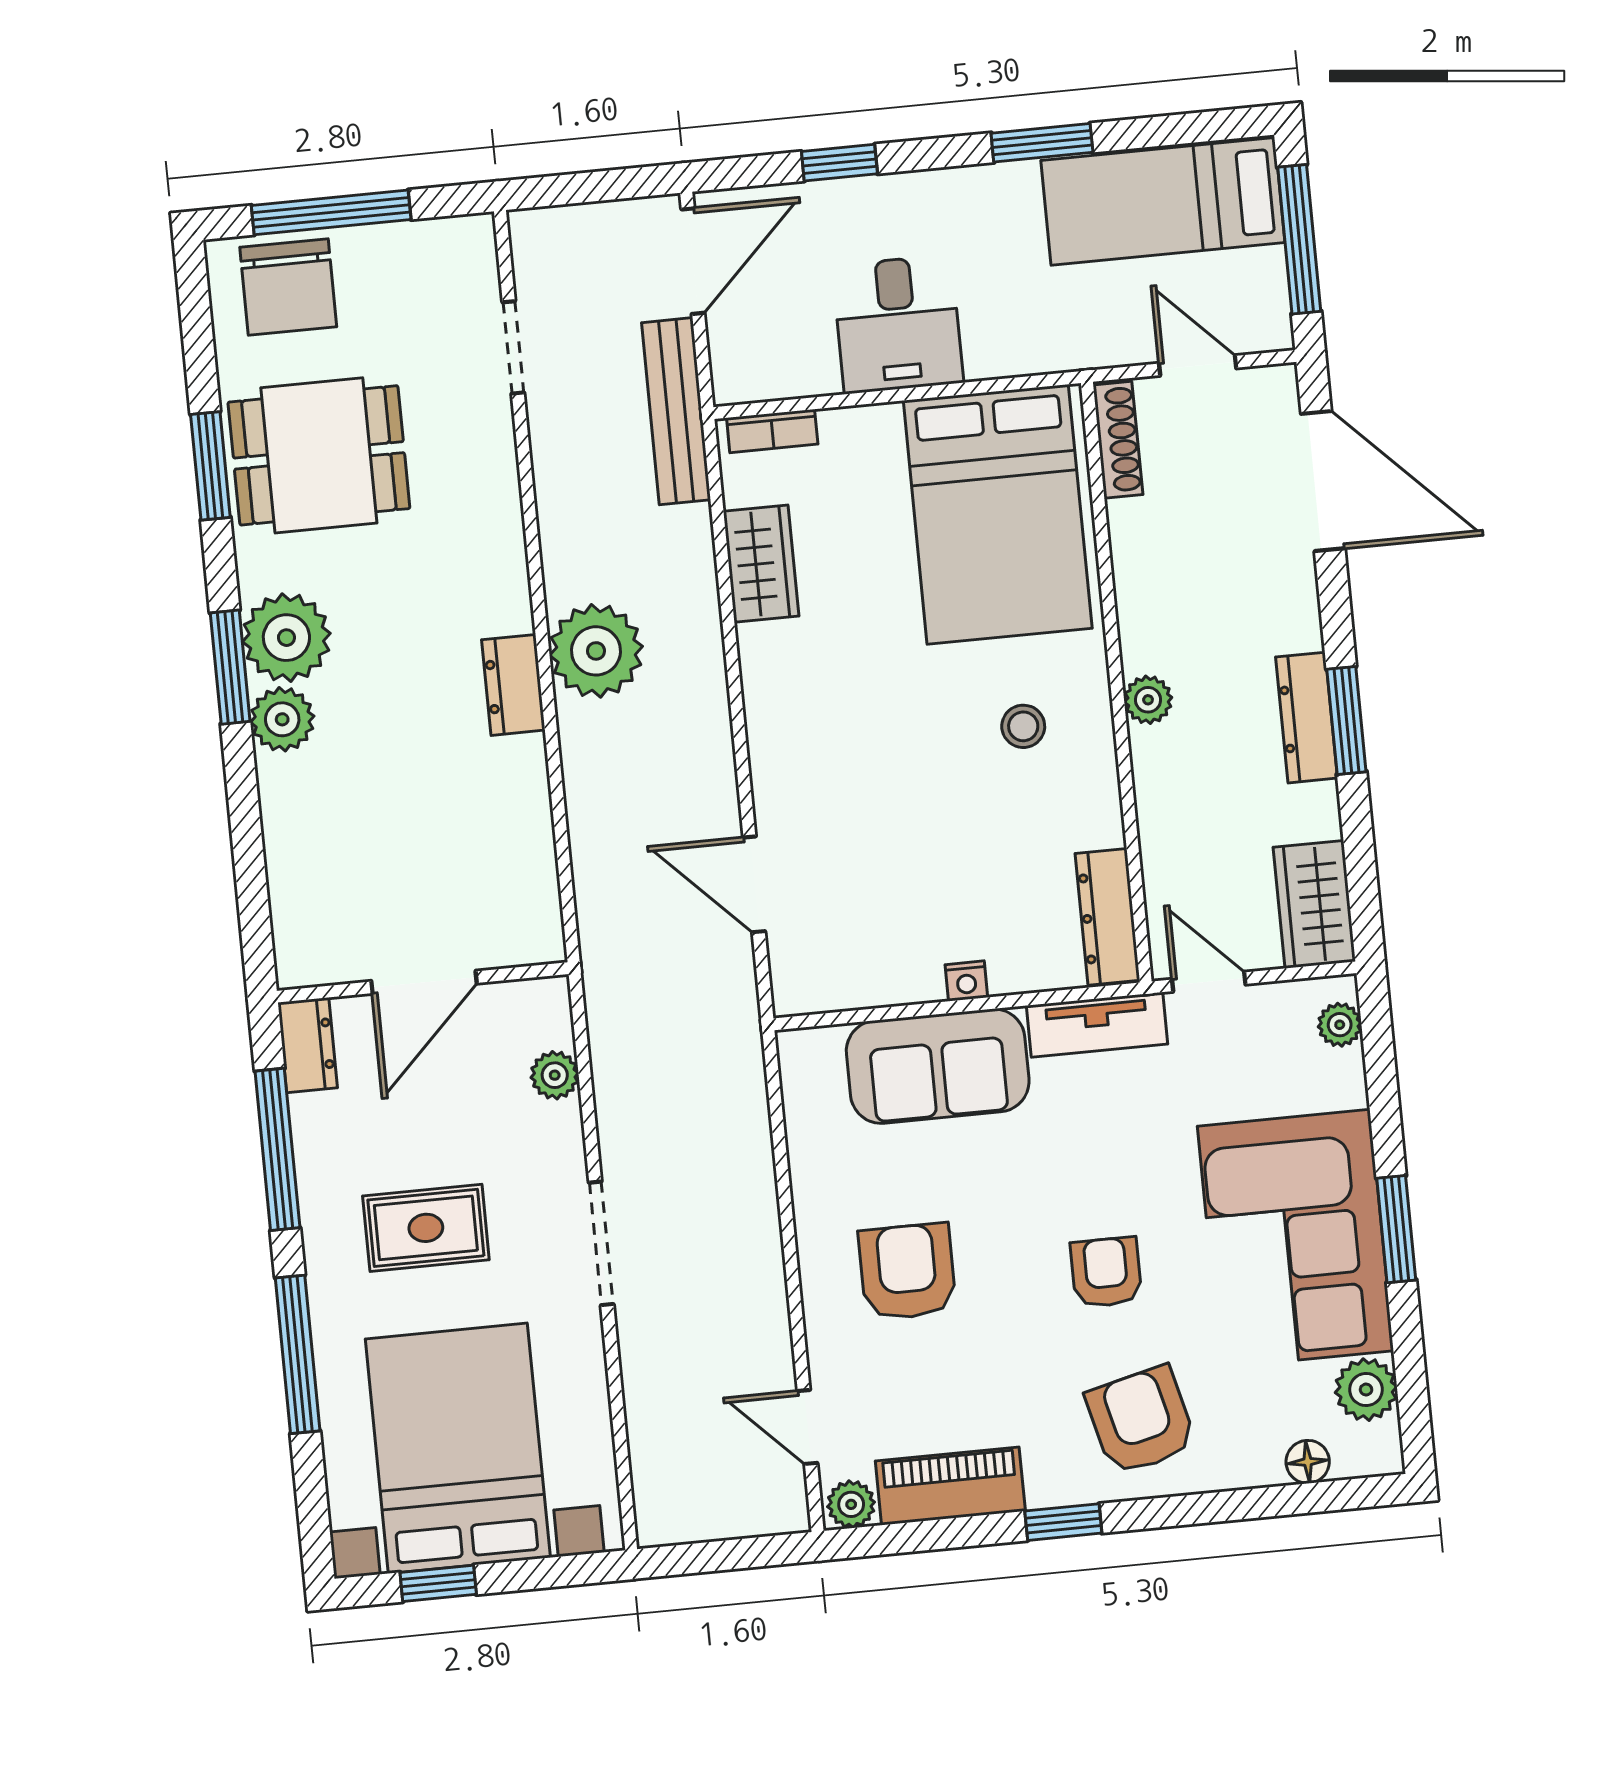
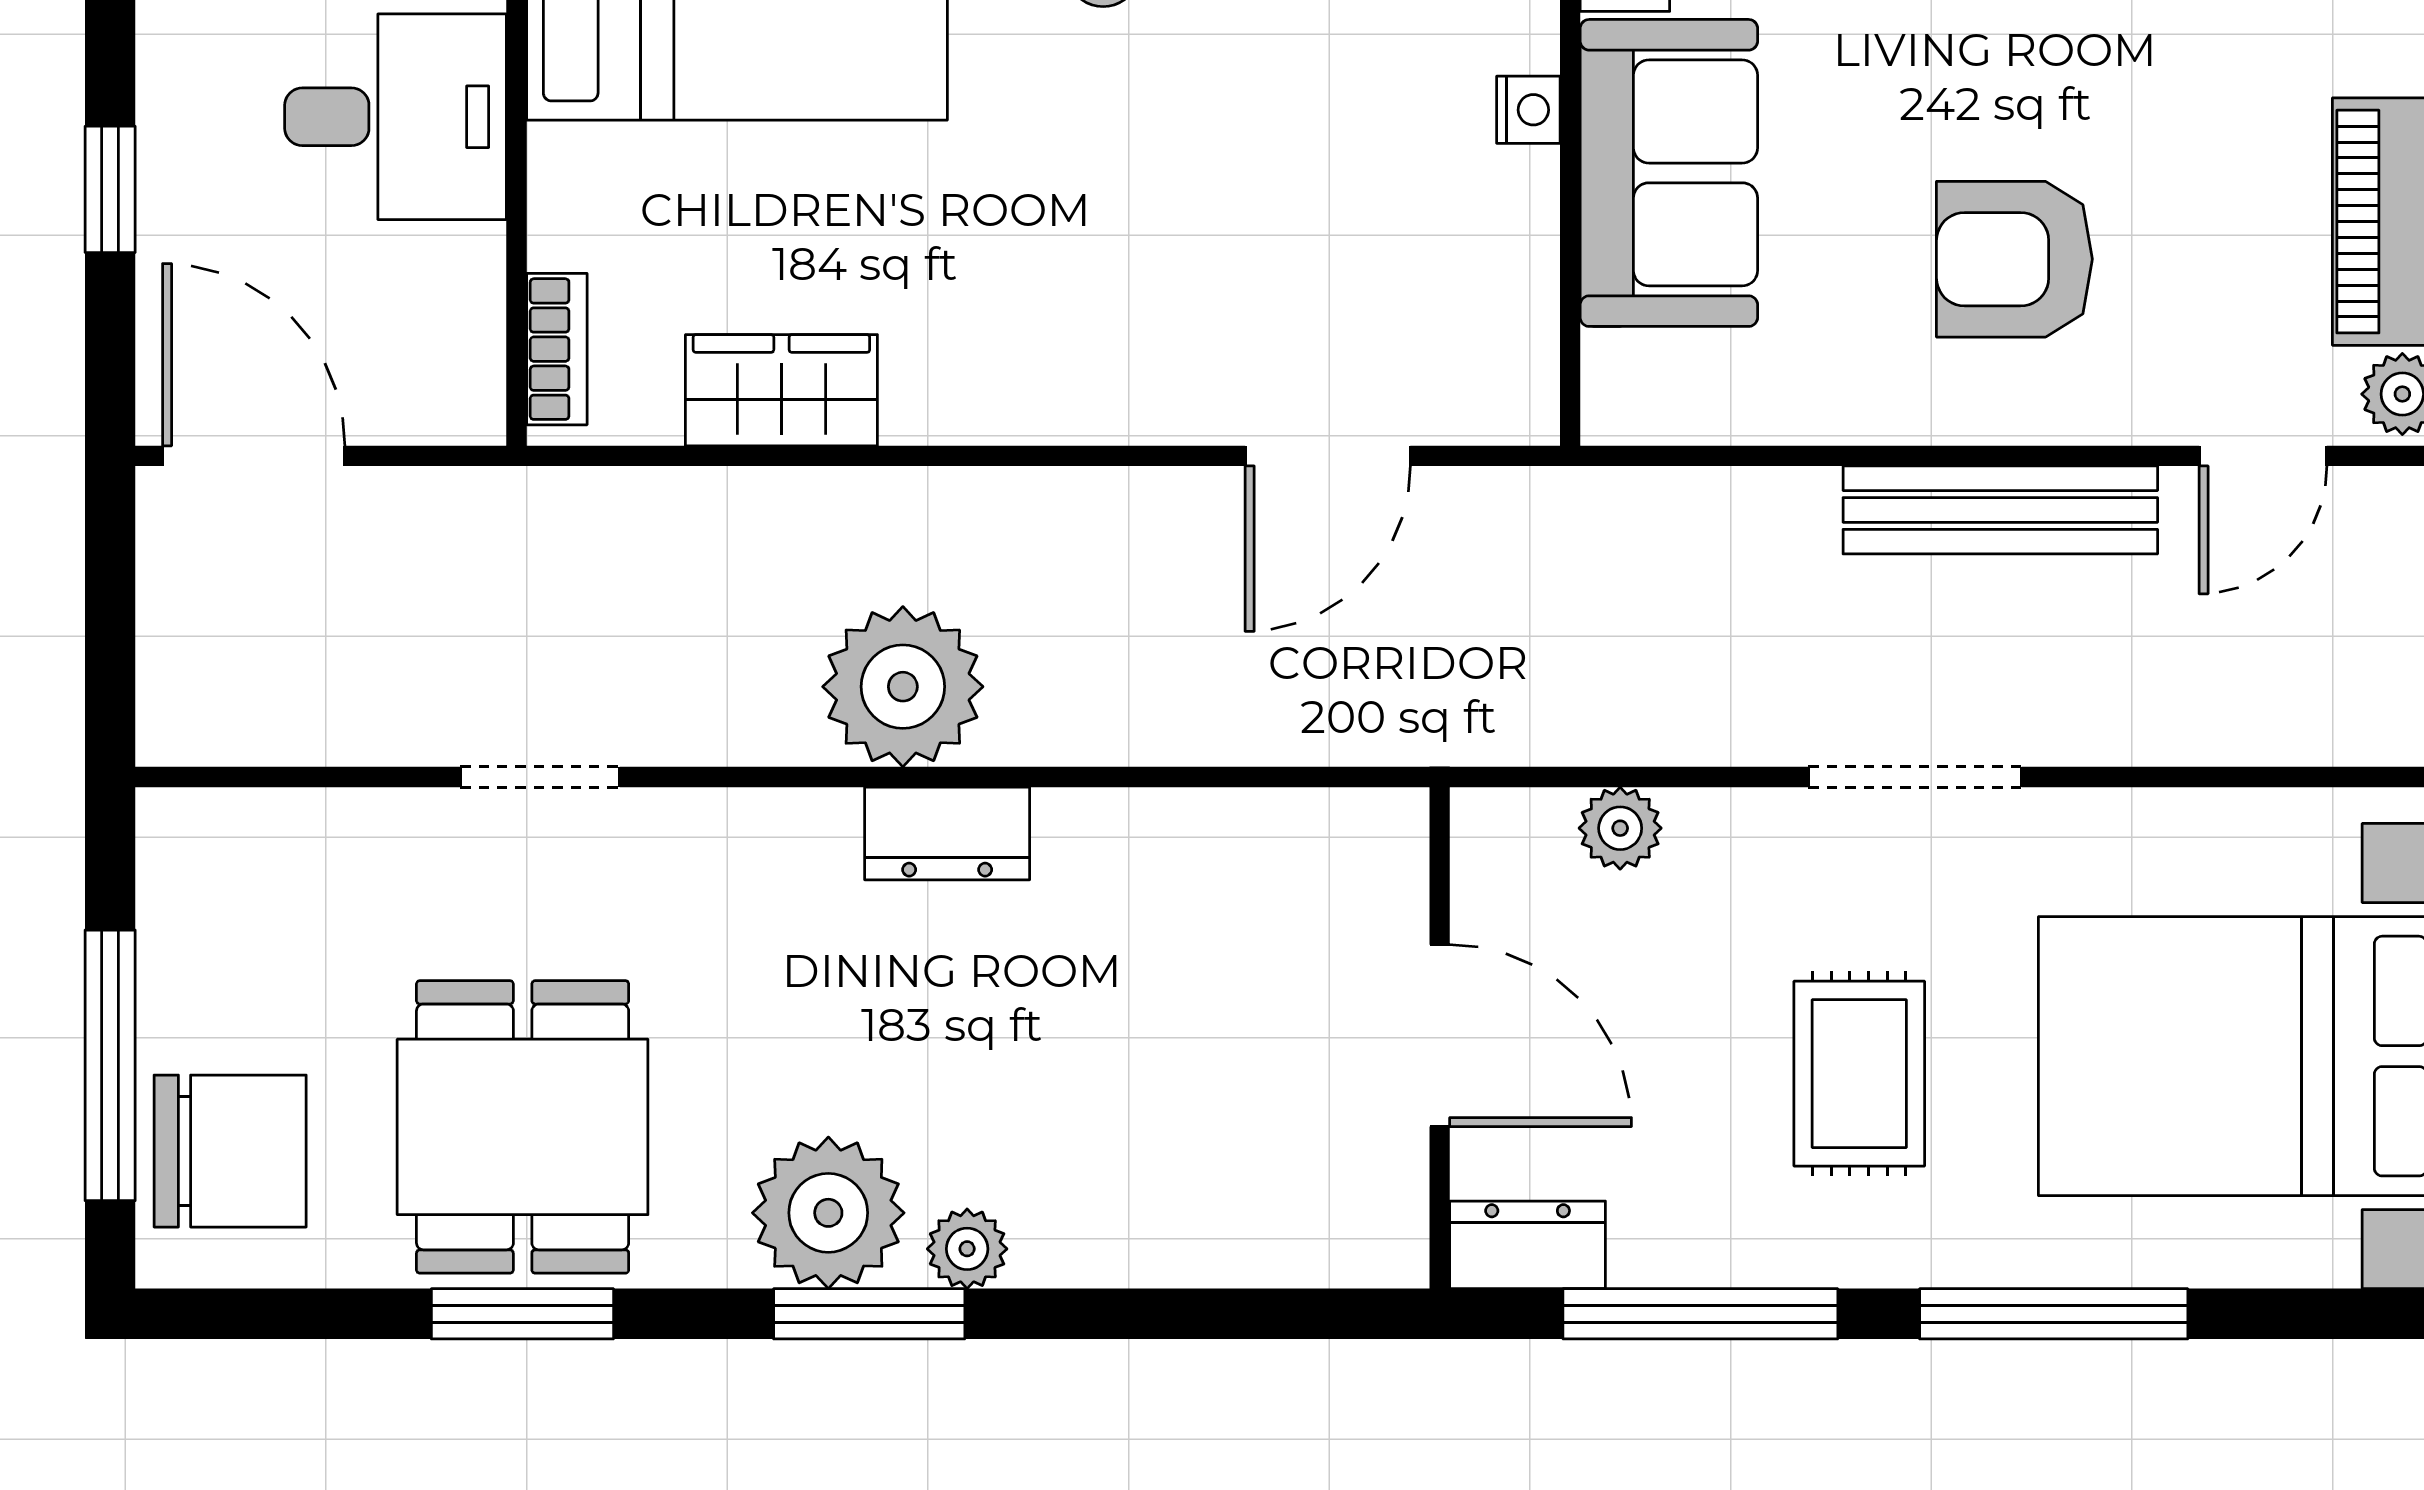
doorway: (513, 347) -> (540, 777), moved
bench: (676, 411) -> (2000, 510), moved
plant: (282, 719) -> (967, 1249), width x0.73, depth x0.73

